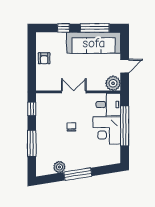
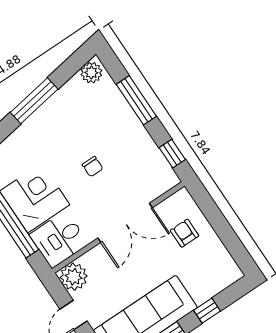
armchair: (44, 58) -> (185, 233), moved
double door: (74, 92) -> (125, 223), width x1.37
plant: (59, 167) -> (91, 73), moved

